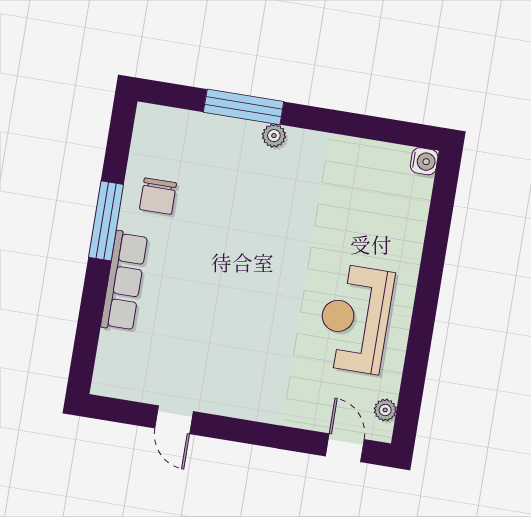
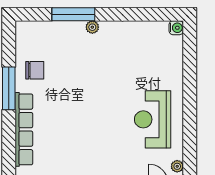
chair: (158, 196) -> (35, 70), turned -90
row of seats: (124, 281) -> (24, 129), width x1.36

